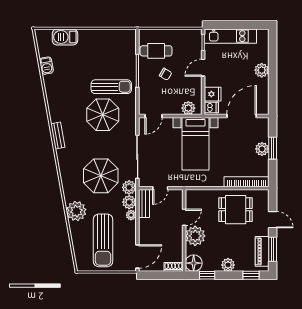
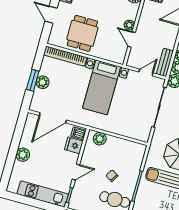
door: (154, 116) -> (134, 140), removed
bed with nightstands: (195, 144) -> (102, 87), moved, turned 180
dining table: (236, 210) -> (82, 33), turned 90
door: (184, 217) -> (132, 39), hinge flipped
plant: (195, 236) -> (129, 25), width x0.53, depth x0.53

